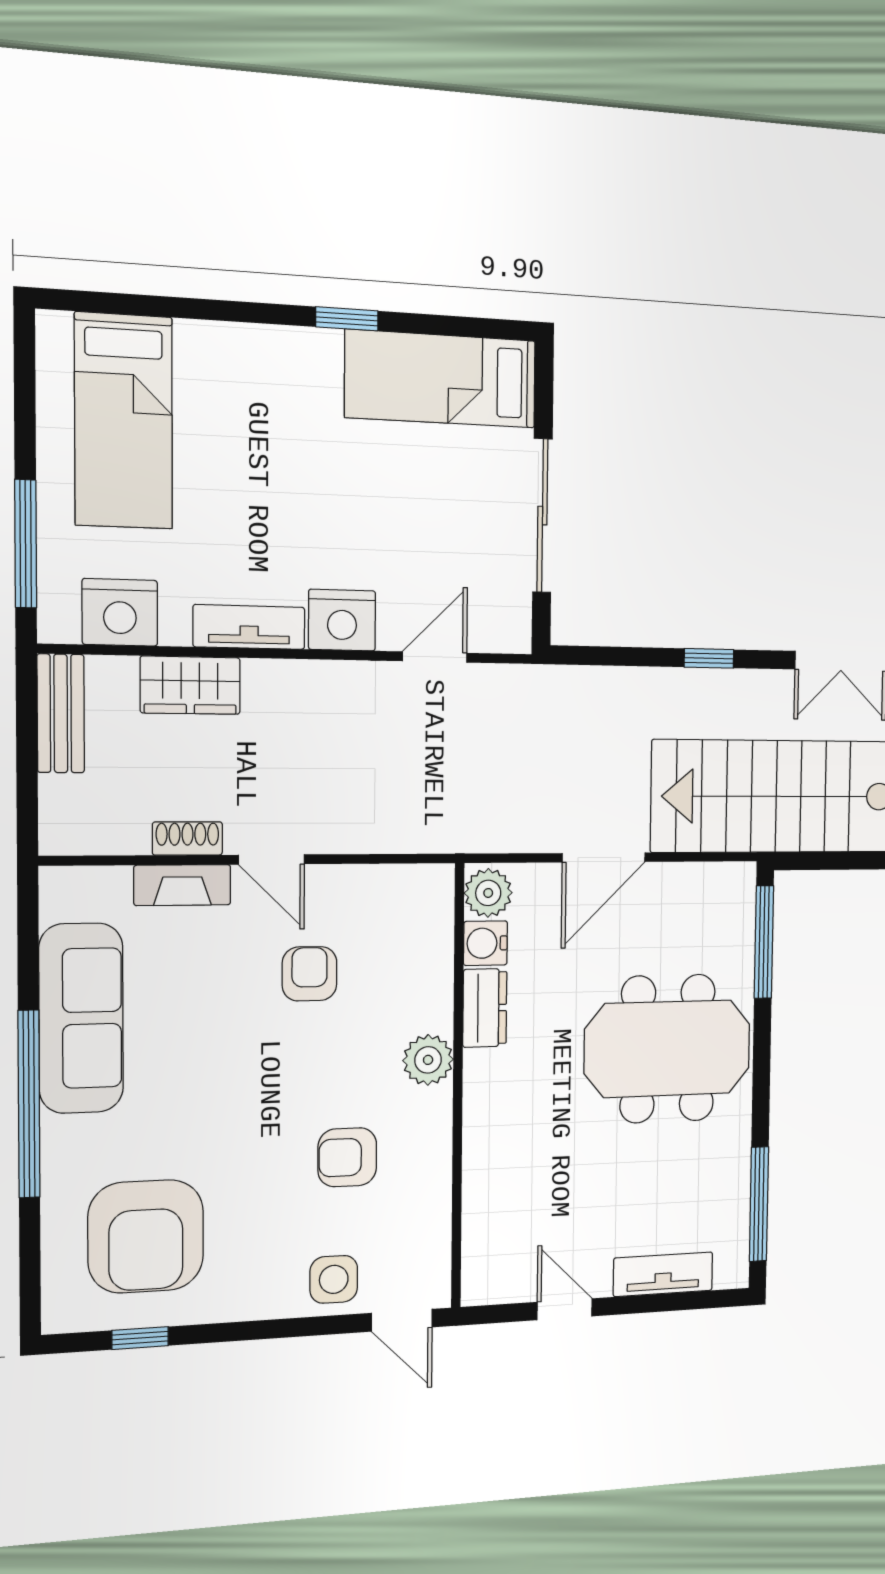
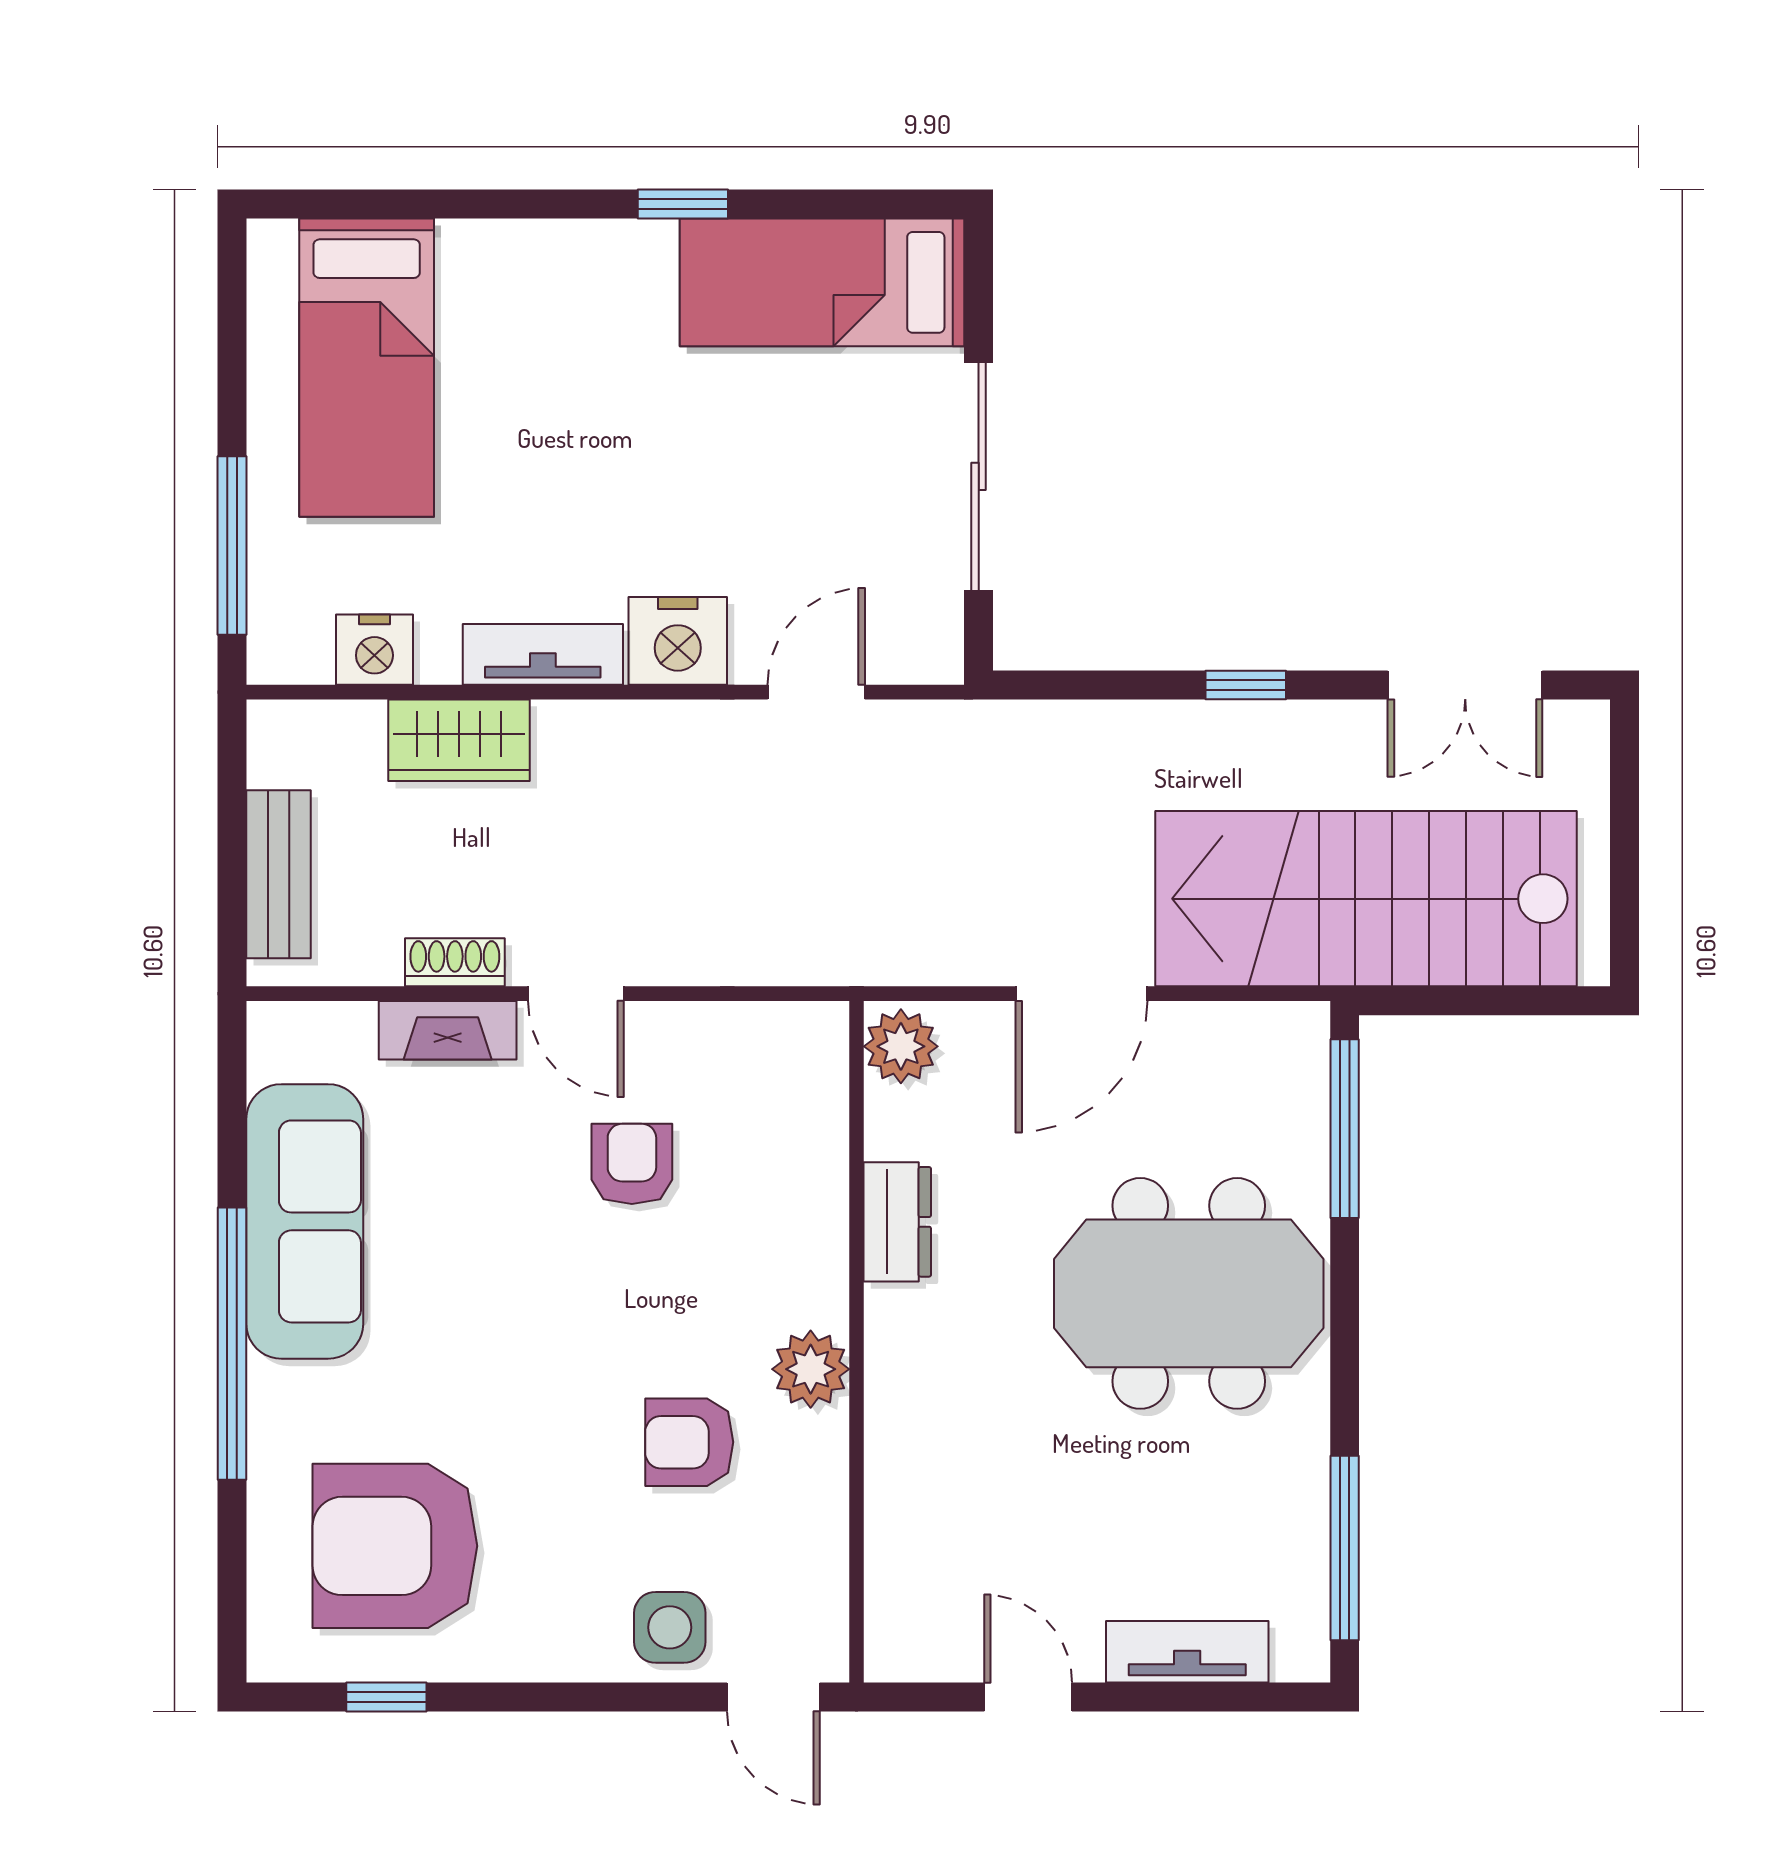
nightstand: (120, 612) -> (374, 650), width x0.74, depth x0.75
bench: (61, 713) -> (278, 874), moved
water cooler: (485, 943) -> (897, 1123), removed
plant: (428, 1060) -> (811, 1369), moved
armchair: (146, 1236) -> (395, 1546), turned 90

